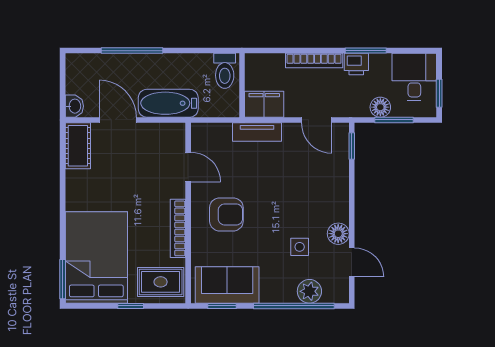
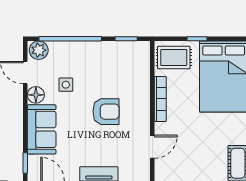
door: (188, 167) -> (152, 147), swing flipped
armchair: (226, 214) -> (106, 112), moved, turned 180
sofa: (227, 285) -> (42, 129), moved, turned -90
plant: (309, 291) -> (39, 50), moved

